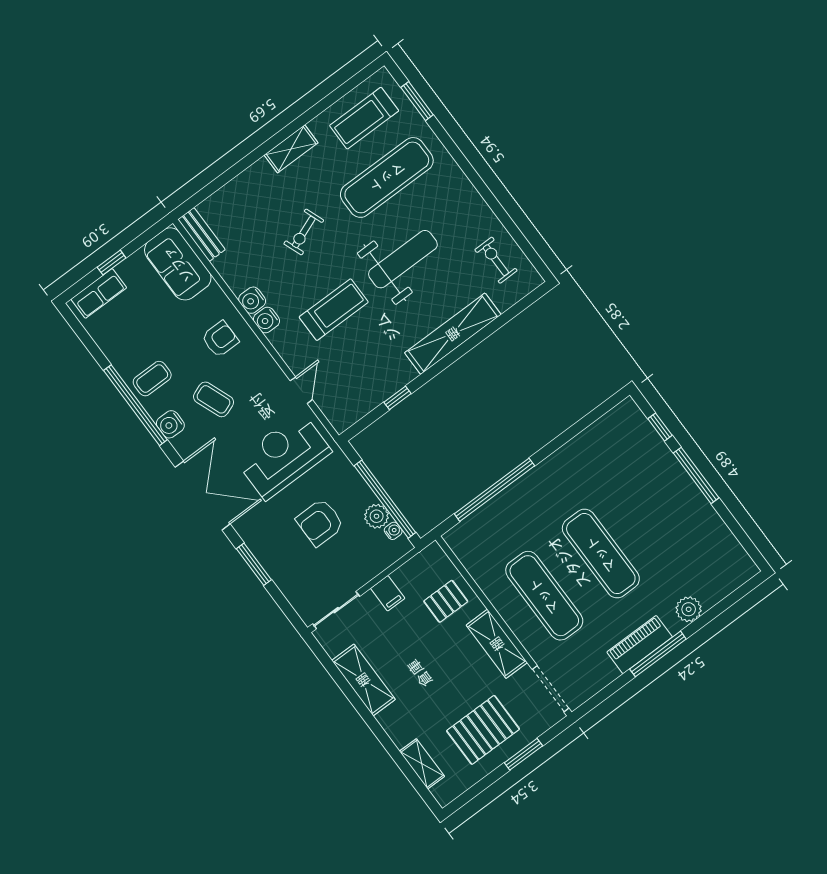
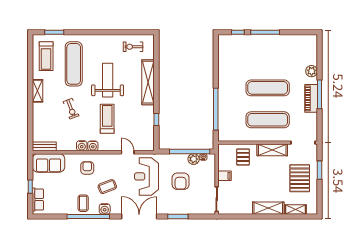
shelving: (363, 680) -> (268, 208), moved

